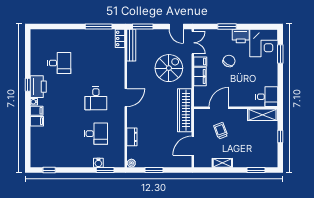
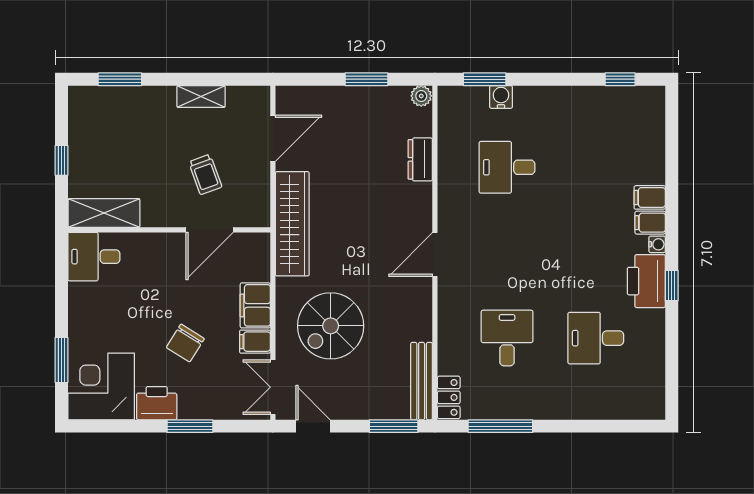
desk: (96, 98) -> (507, 338), moved

